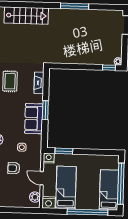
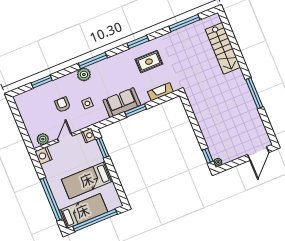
bed: (66, 188) -> (87, 180), moved, turned 180

